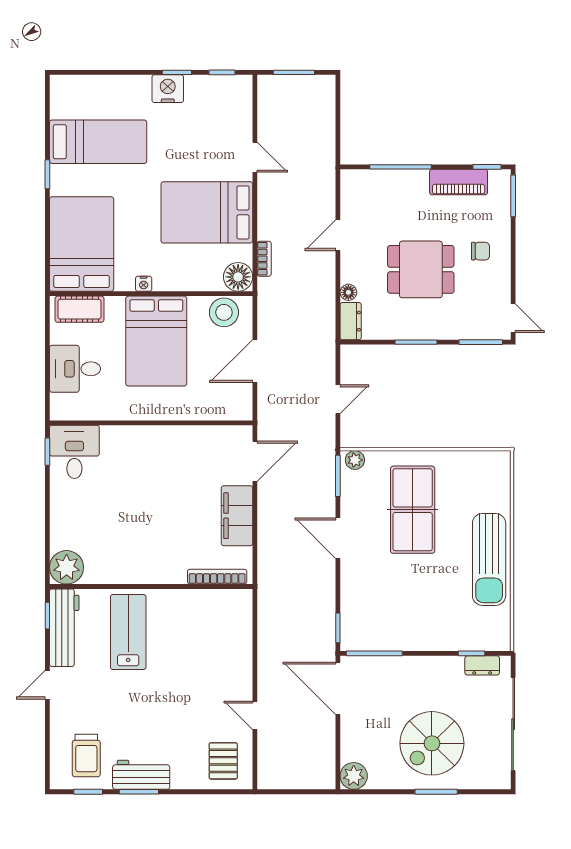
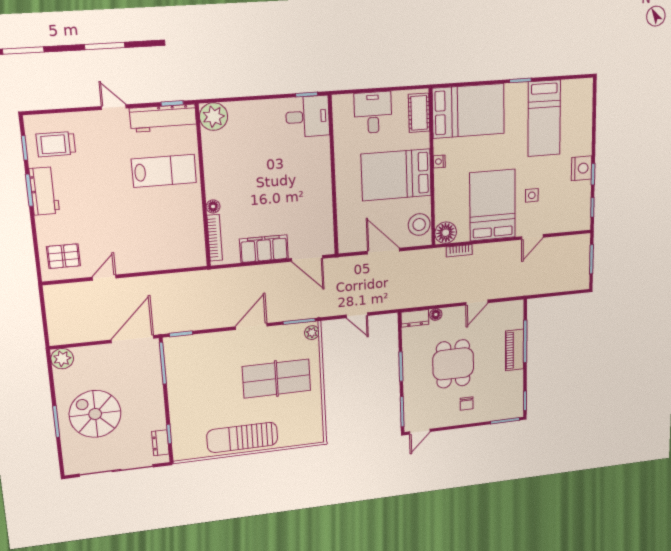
side table: (198, 158) -> (532, 195), added
piano: (459, 182) -> (515, 350), moved
door: (338, 235) -> (477, 303), swing flipped
floor lamp: (177, 576) -> (213, 206), added

